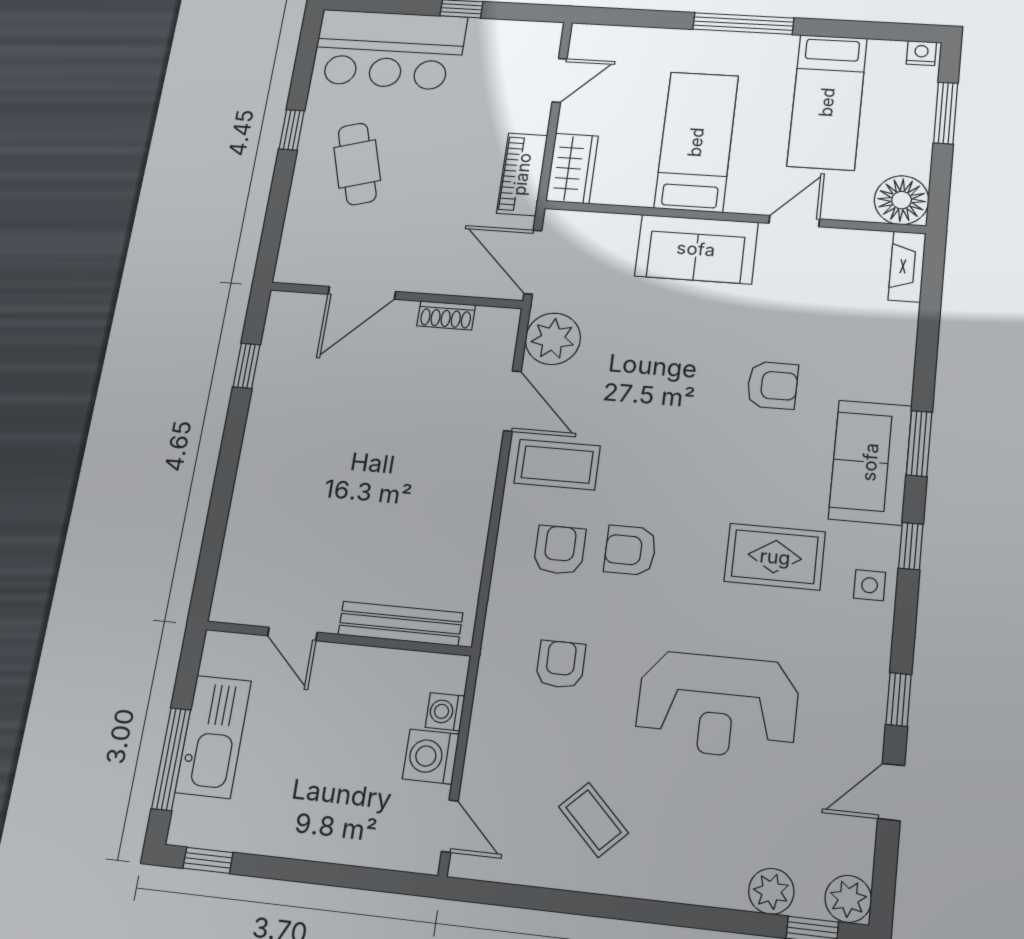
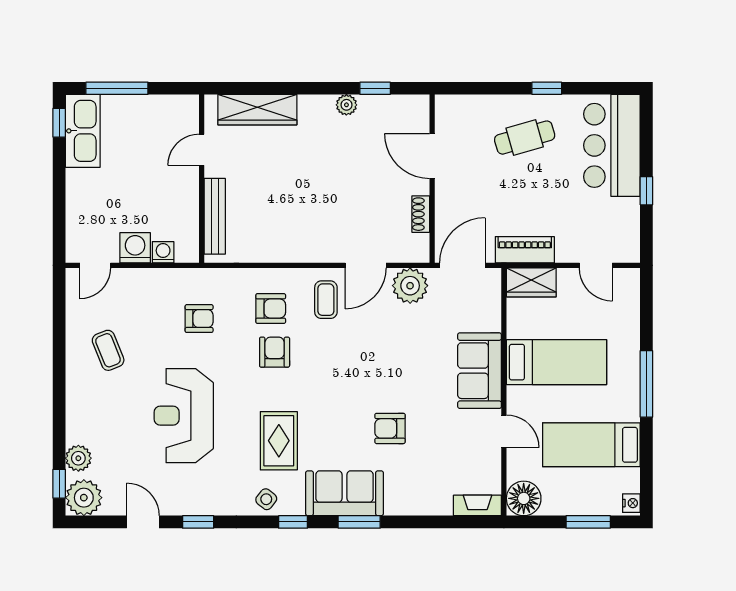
armchair: (772, 385) -> (390, 428), turned 90
plant: (263, 409) -> (346, 105), added
coffee table: (557, 465) -> (326, 300), width x0.73, depth x0.77
wardrobe: (246, 542) -> (257, 110), added
side table: (870, 585) -> (266, 499), turned 38
kitchen sink: (213, 737) -> (83, 131), moved, turned -90
coffee table: (593, 820) -> (108, 350), turned -67
plant: (848, 899) -> (84, 498), width x1.36, depth x1.36

